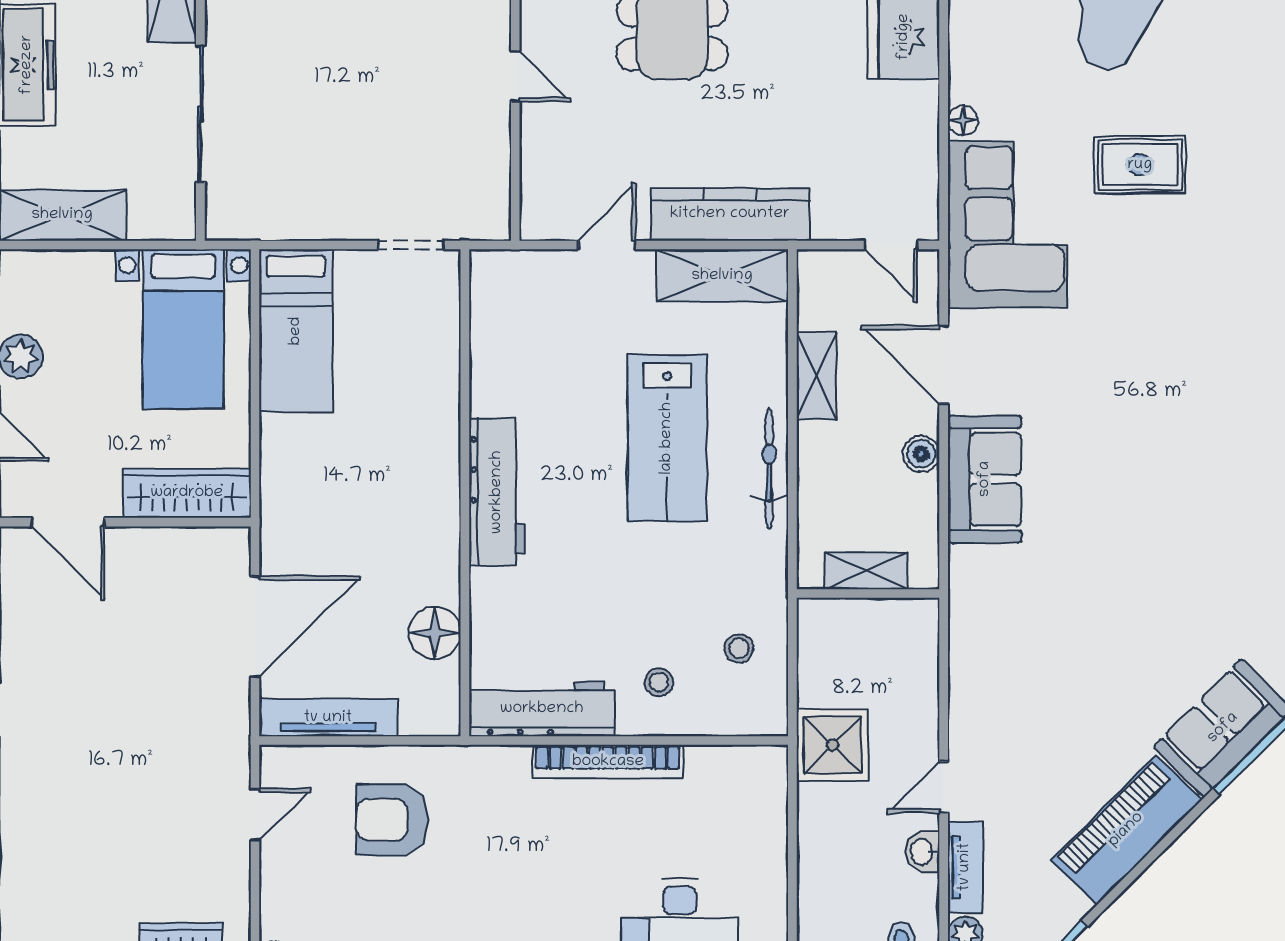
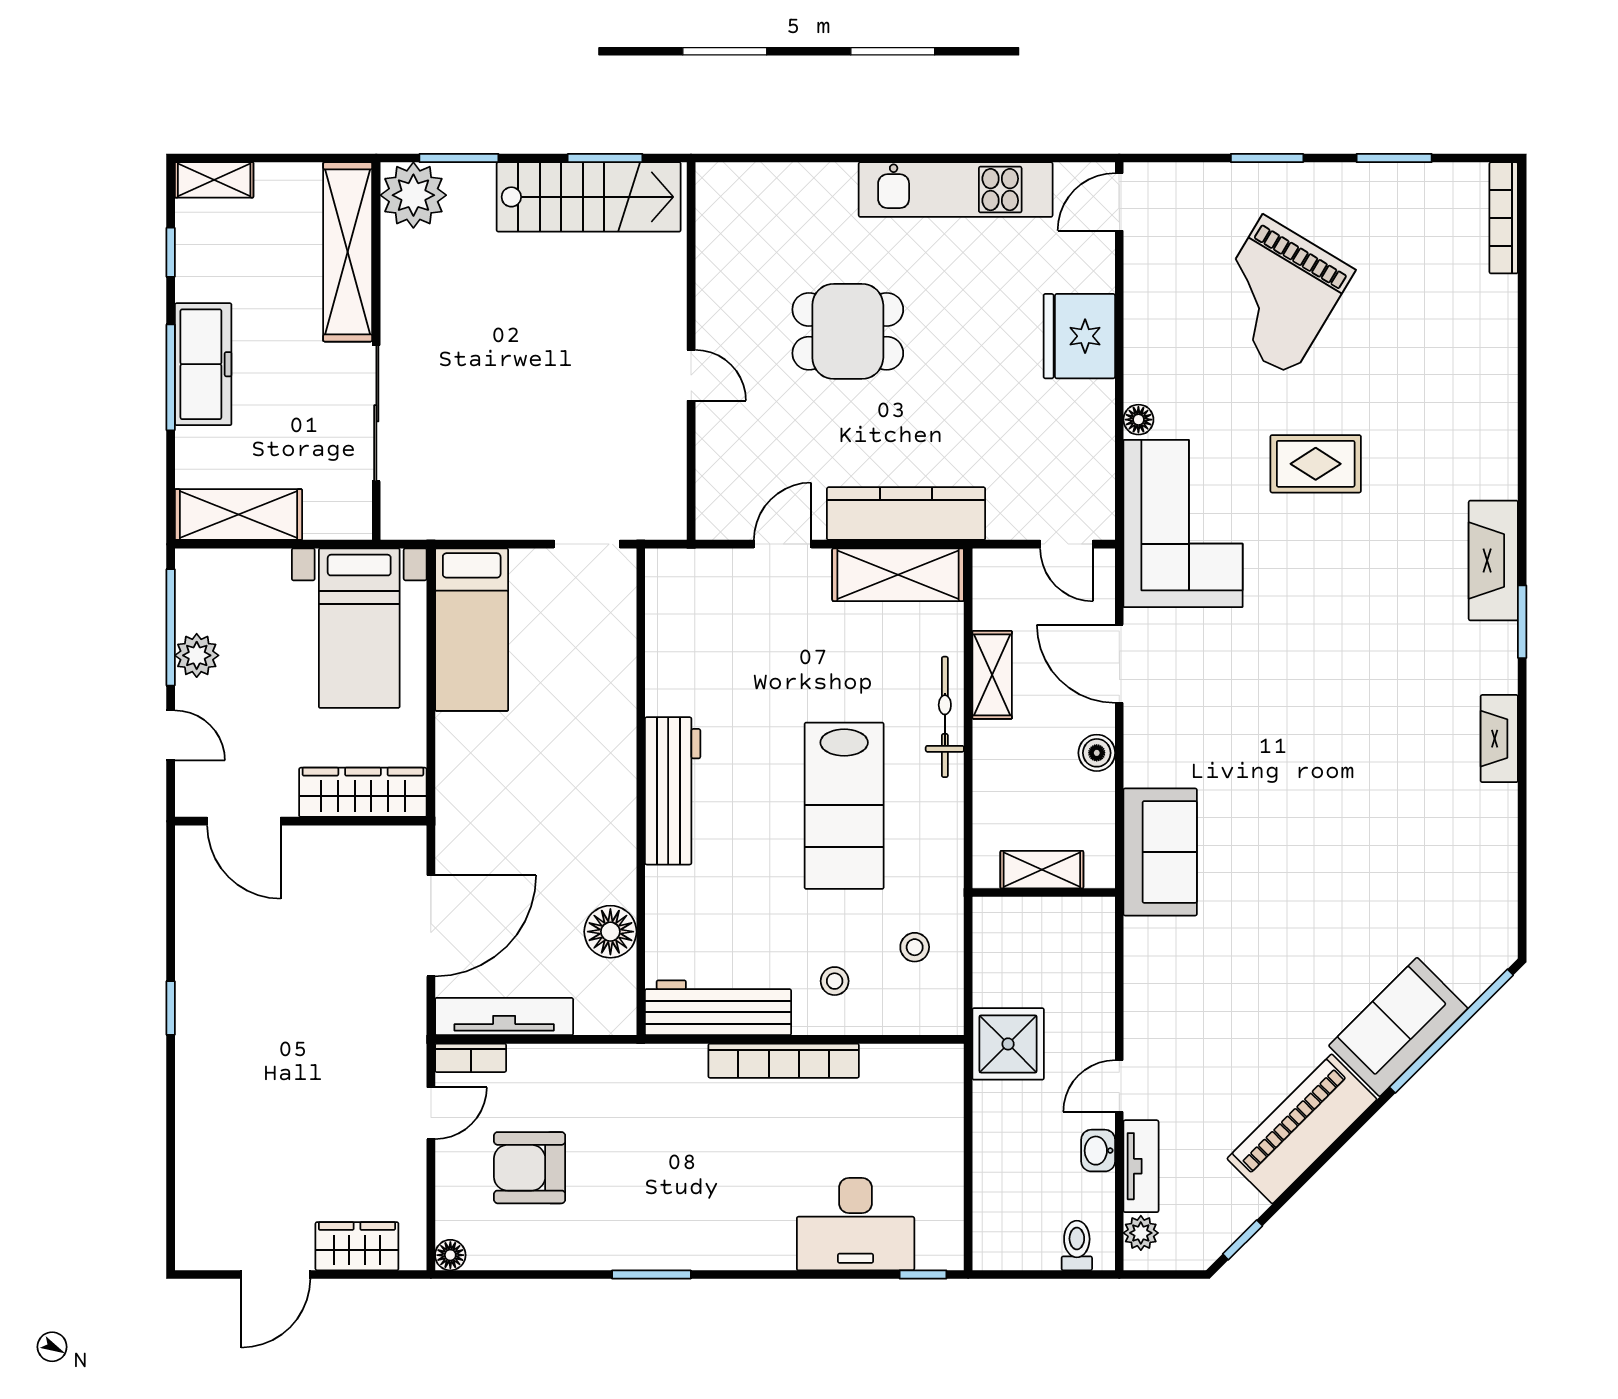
lab bench: (667, 438) -> (844, 806), moved
bicycle: (769, 468) -> (945, 717), moved
sofa: (985, 479) -> (1160, 852), moved
bookcase: (295, 759) -> (471, 1058), added
armchair: (392, 820) -> (530, 1168), moved

